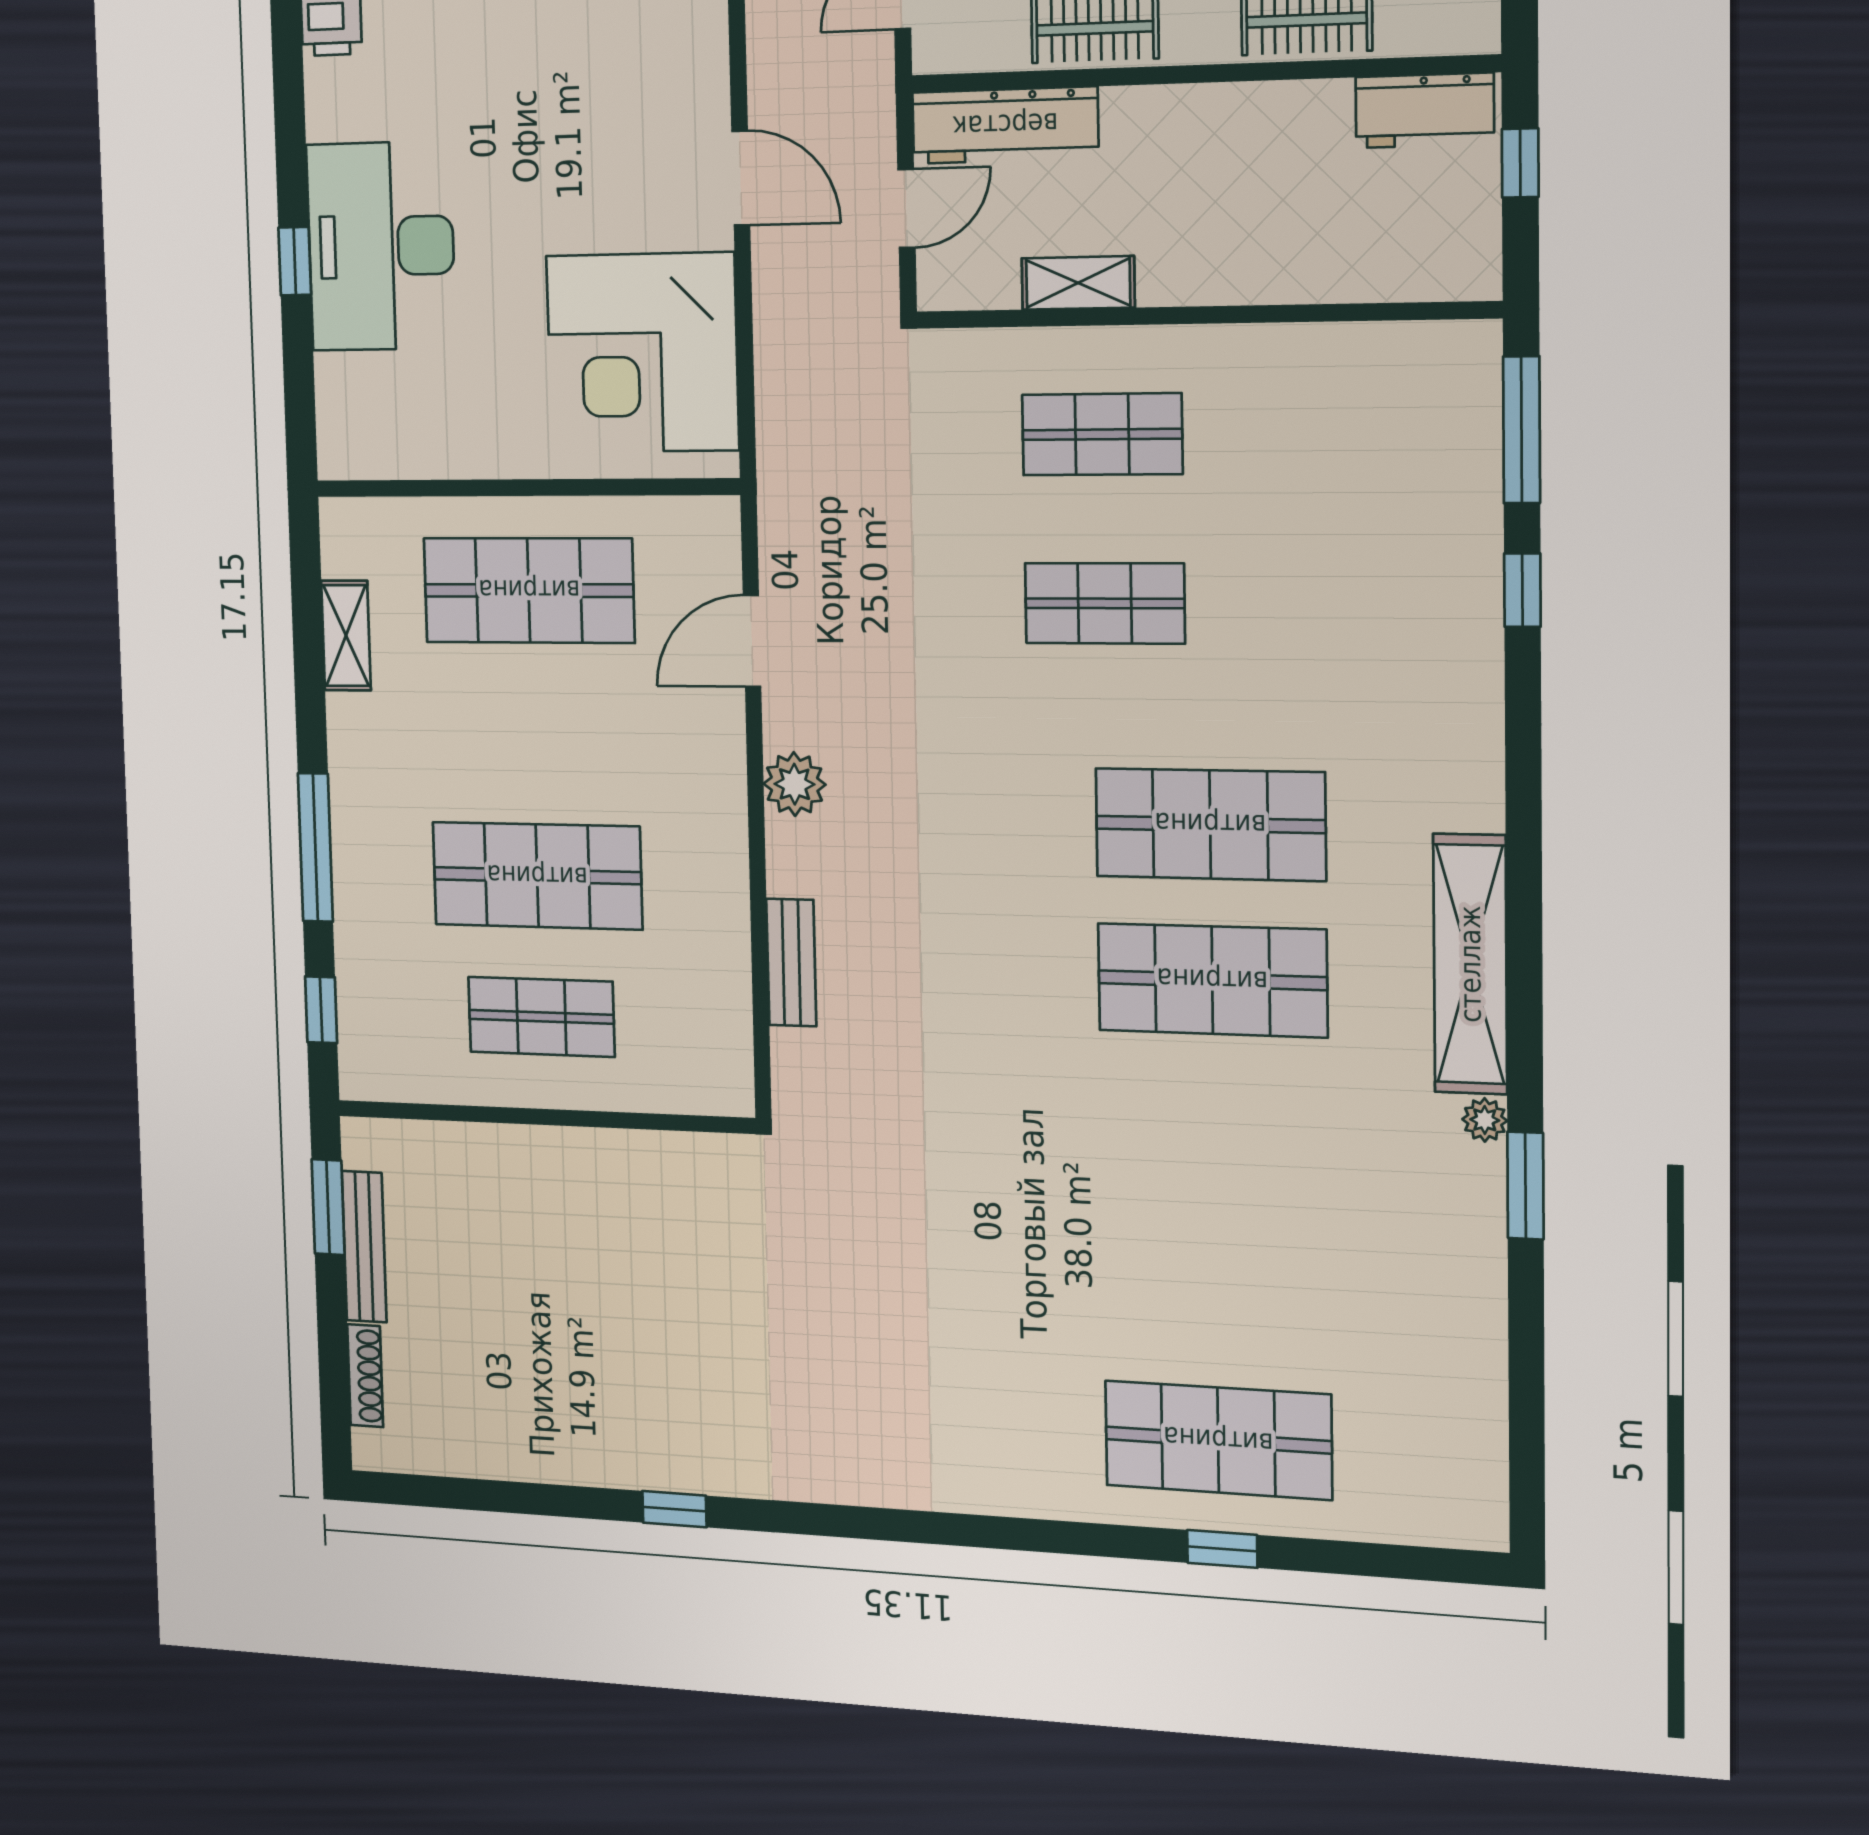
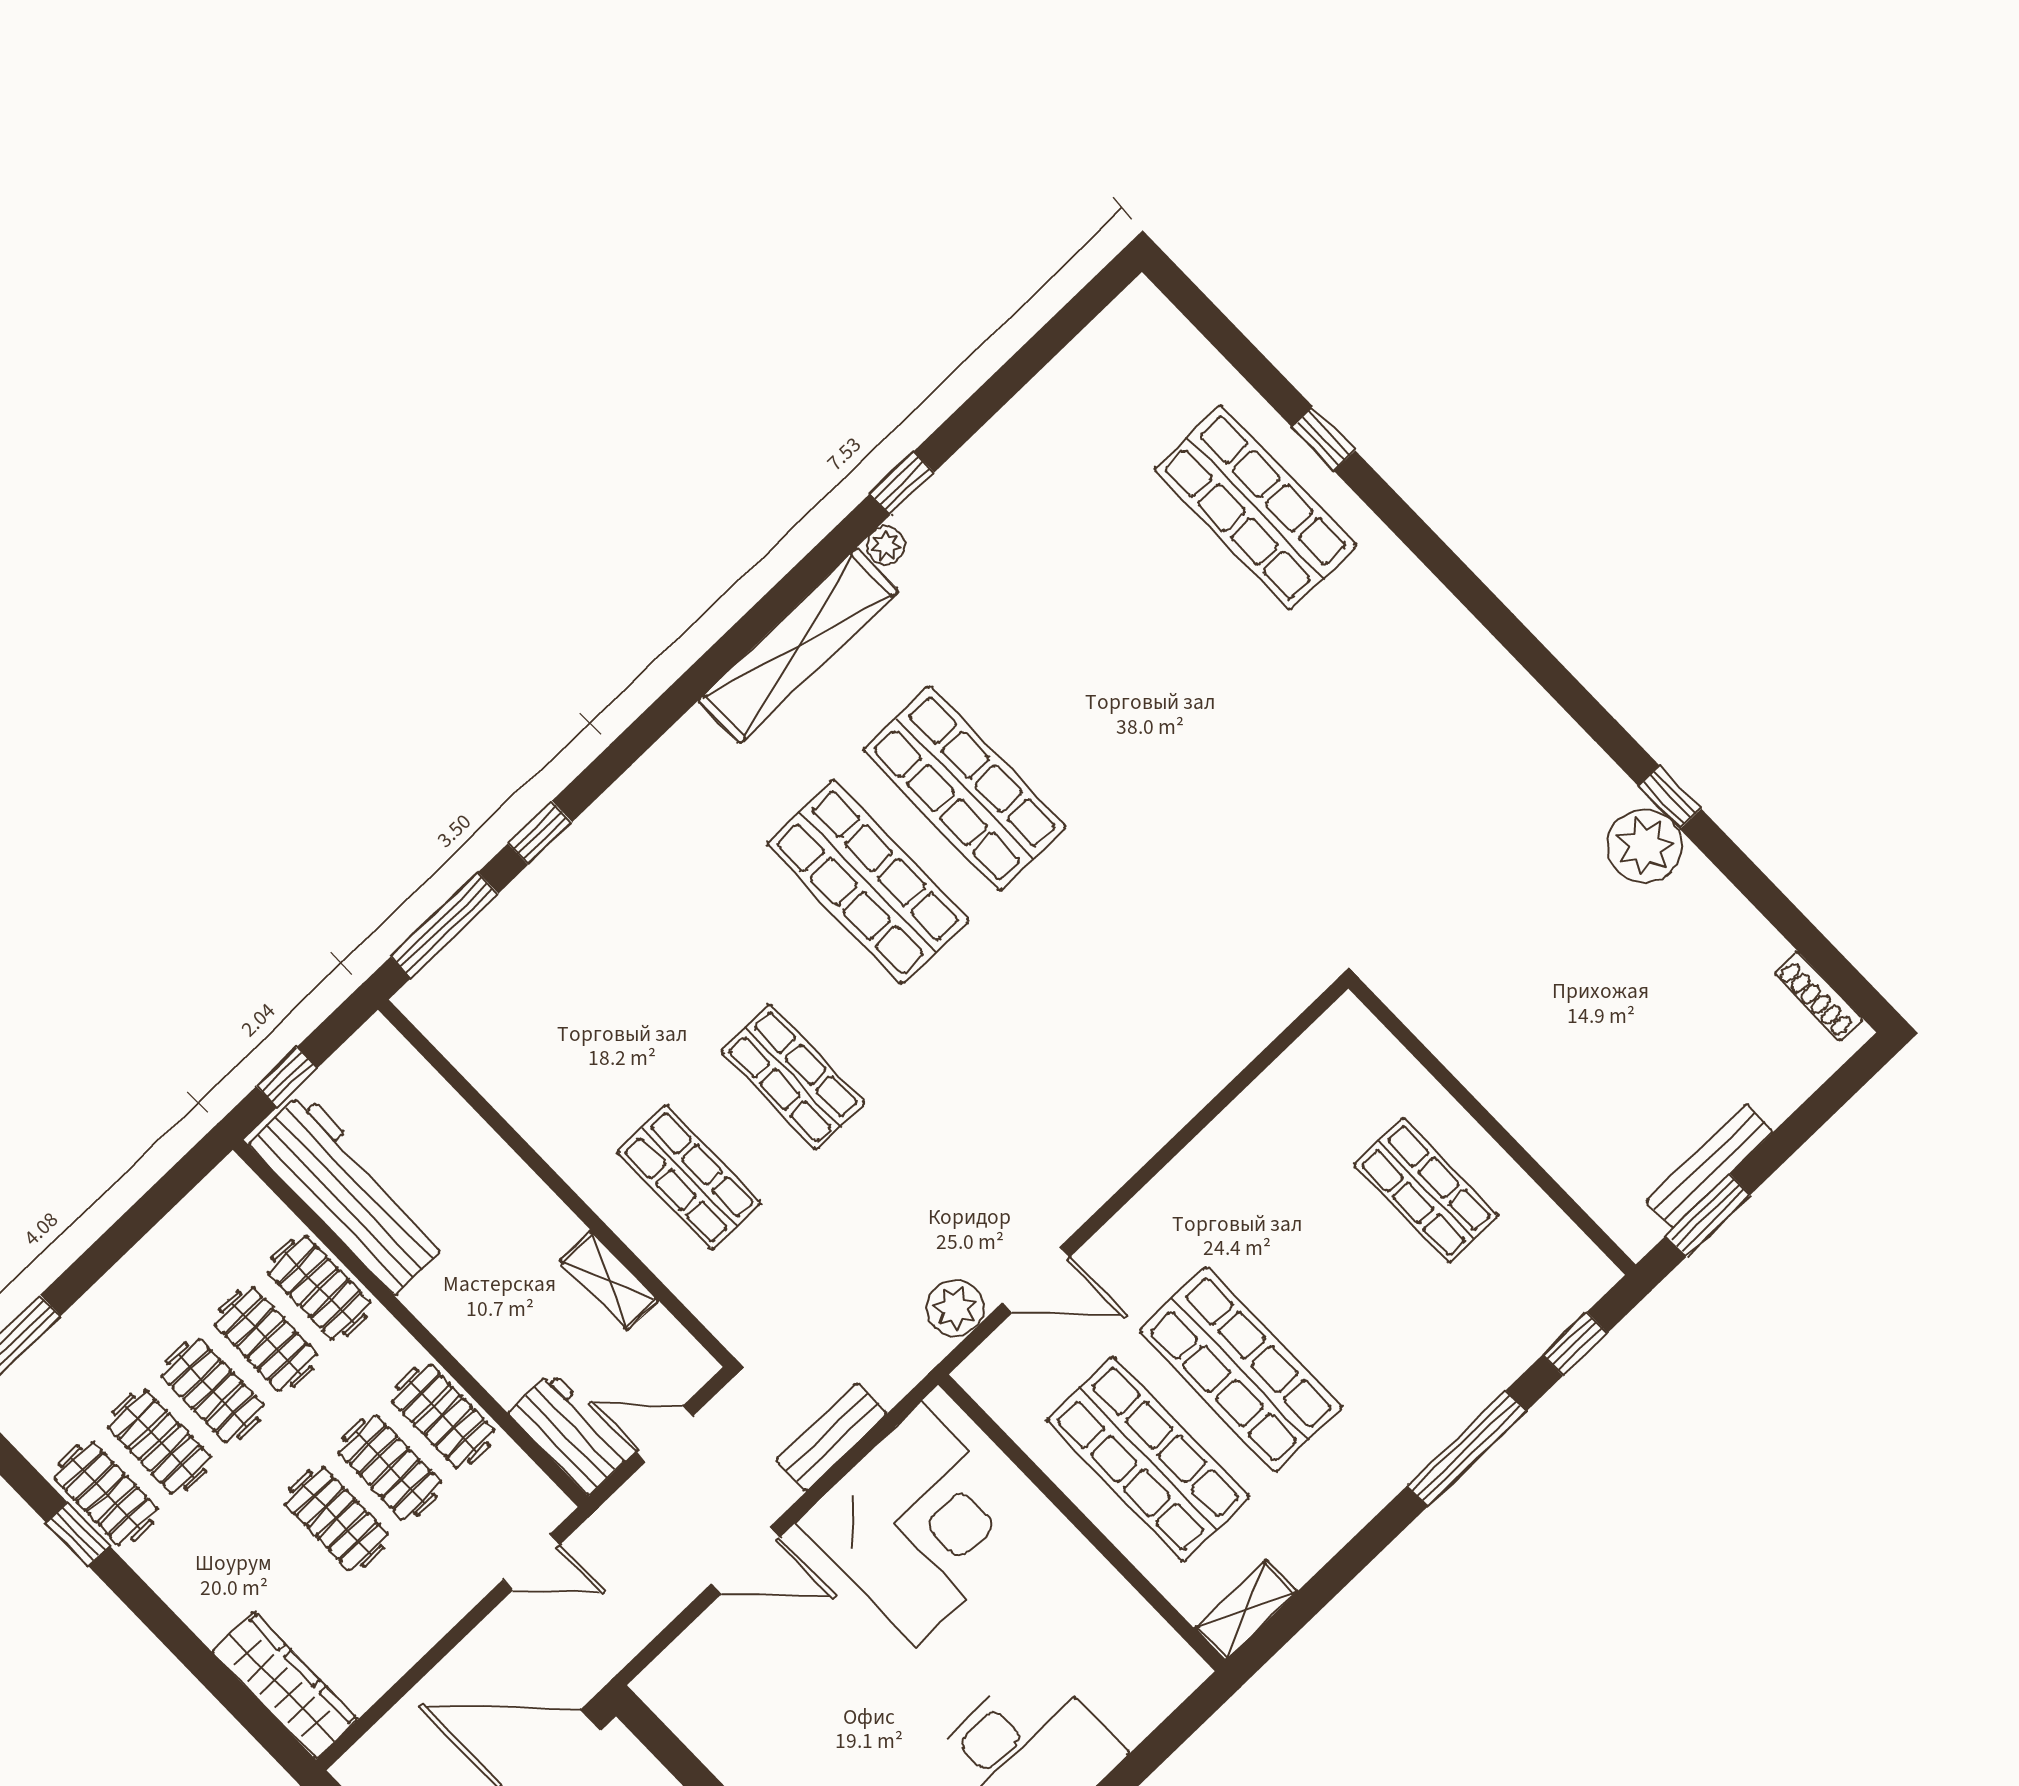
workbench: (1425, 110) -> (349, 1193), width x1.88, depth x1.32
workbench: (1005, 125) -> (570, 1434), width x0.73
door: (741, 178) -> (745, 1561), swing flipped
shelving: (346, 636) -> (1246, 1610), moved
plant: (794, 784) -> (955, 1308), moved
shop shelf: (537, 876) -> (1241, 1369), moved
bench: (791, 963) -> (832, 1437), moved
window: (1525, 1186) -> (902, 483), width x0.67
shoe rack: (365, 1376) -> (1819, 996), moved, turned -90
plant: (654, 1452) -> (1645, 846), added

